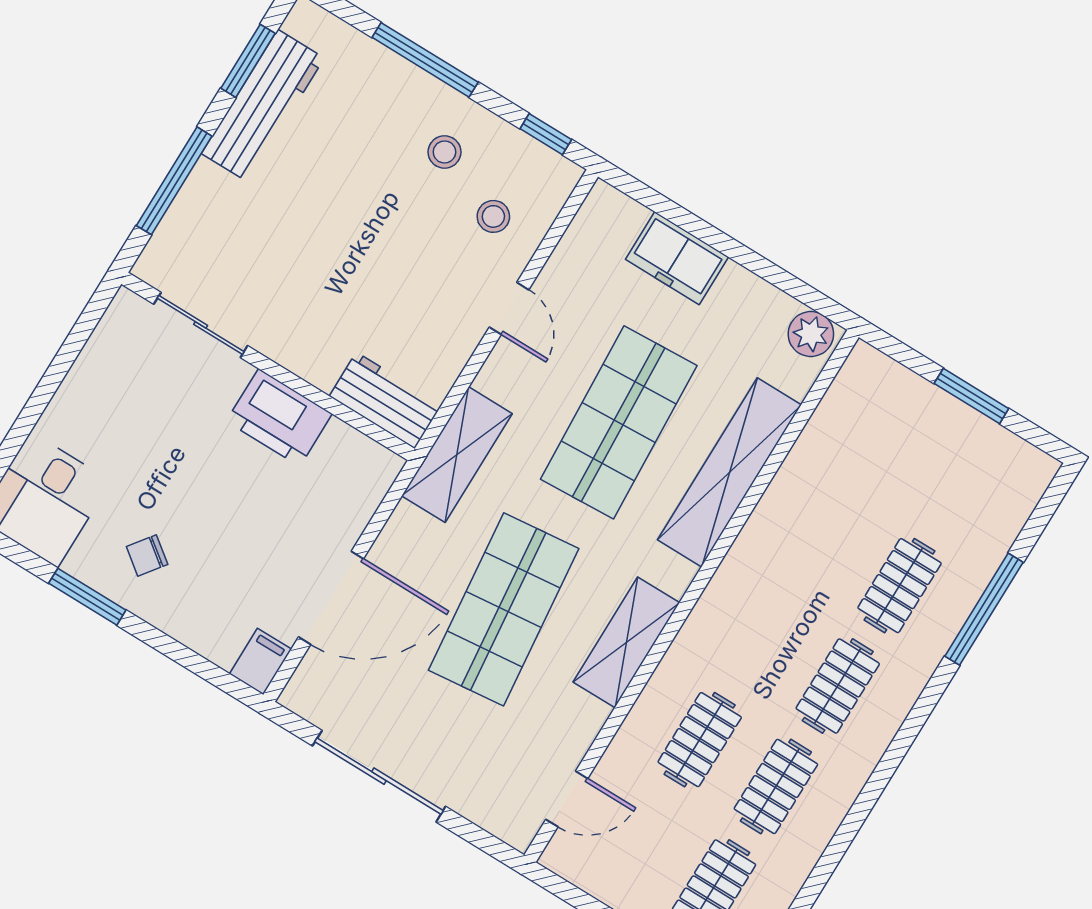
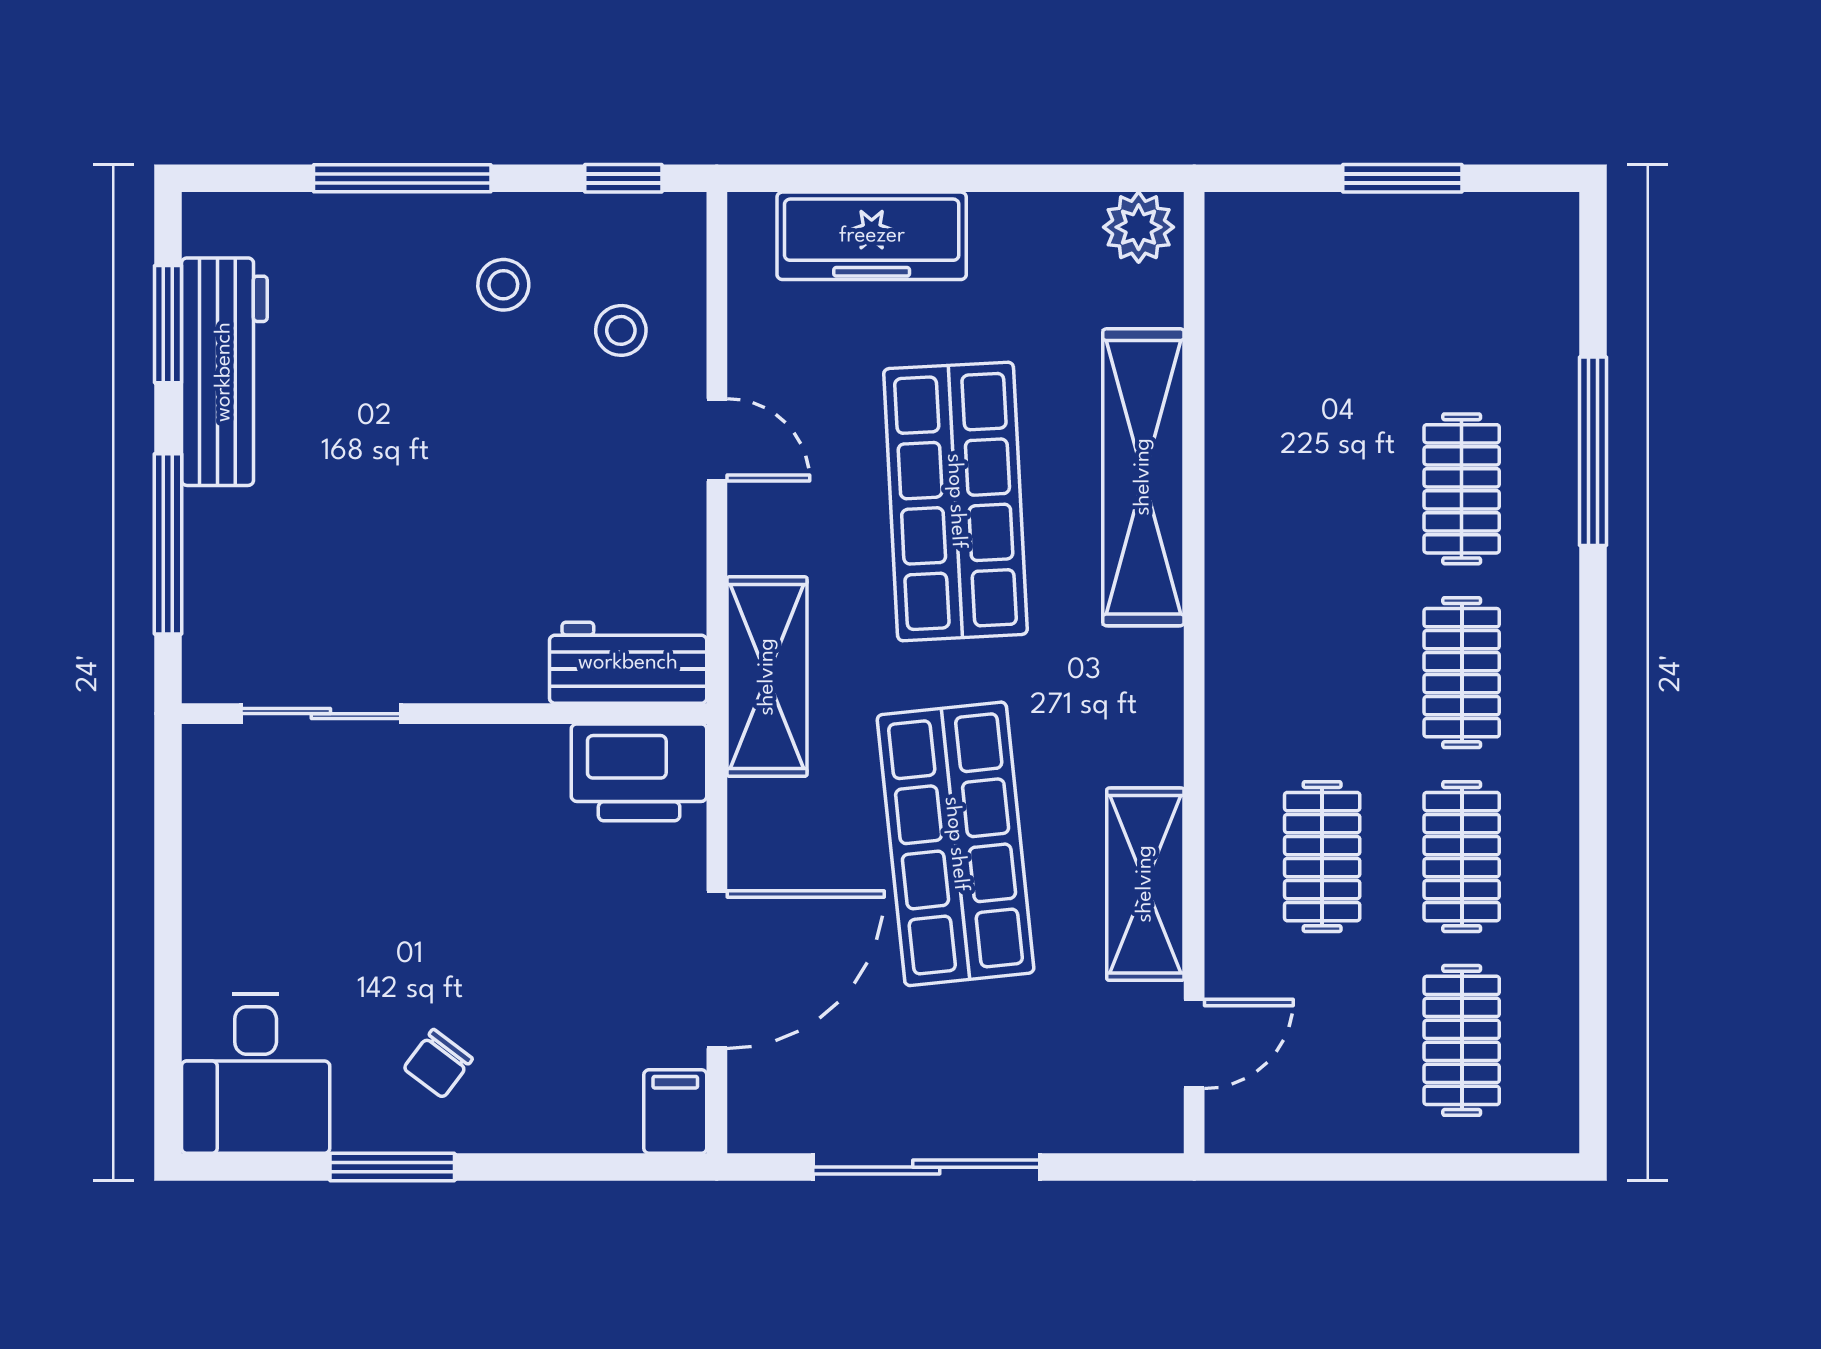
freezer: (677, 258) -> (872, 236), width x1.40
printer: (279, 418) -> (639, 772), moved
shelving: (626, 642) -> (1145, 884), moved

